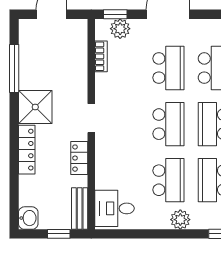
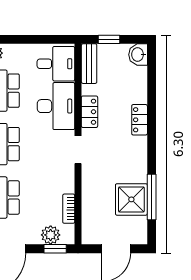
shower: (35, 107) -> (131, 199), moved
locker: (27, 150) -> (140, 120), width x0.66
desk: (114, 164) -> (56, 106), added

